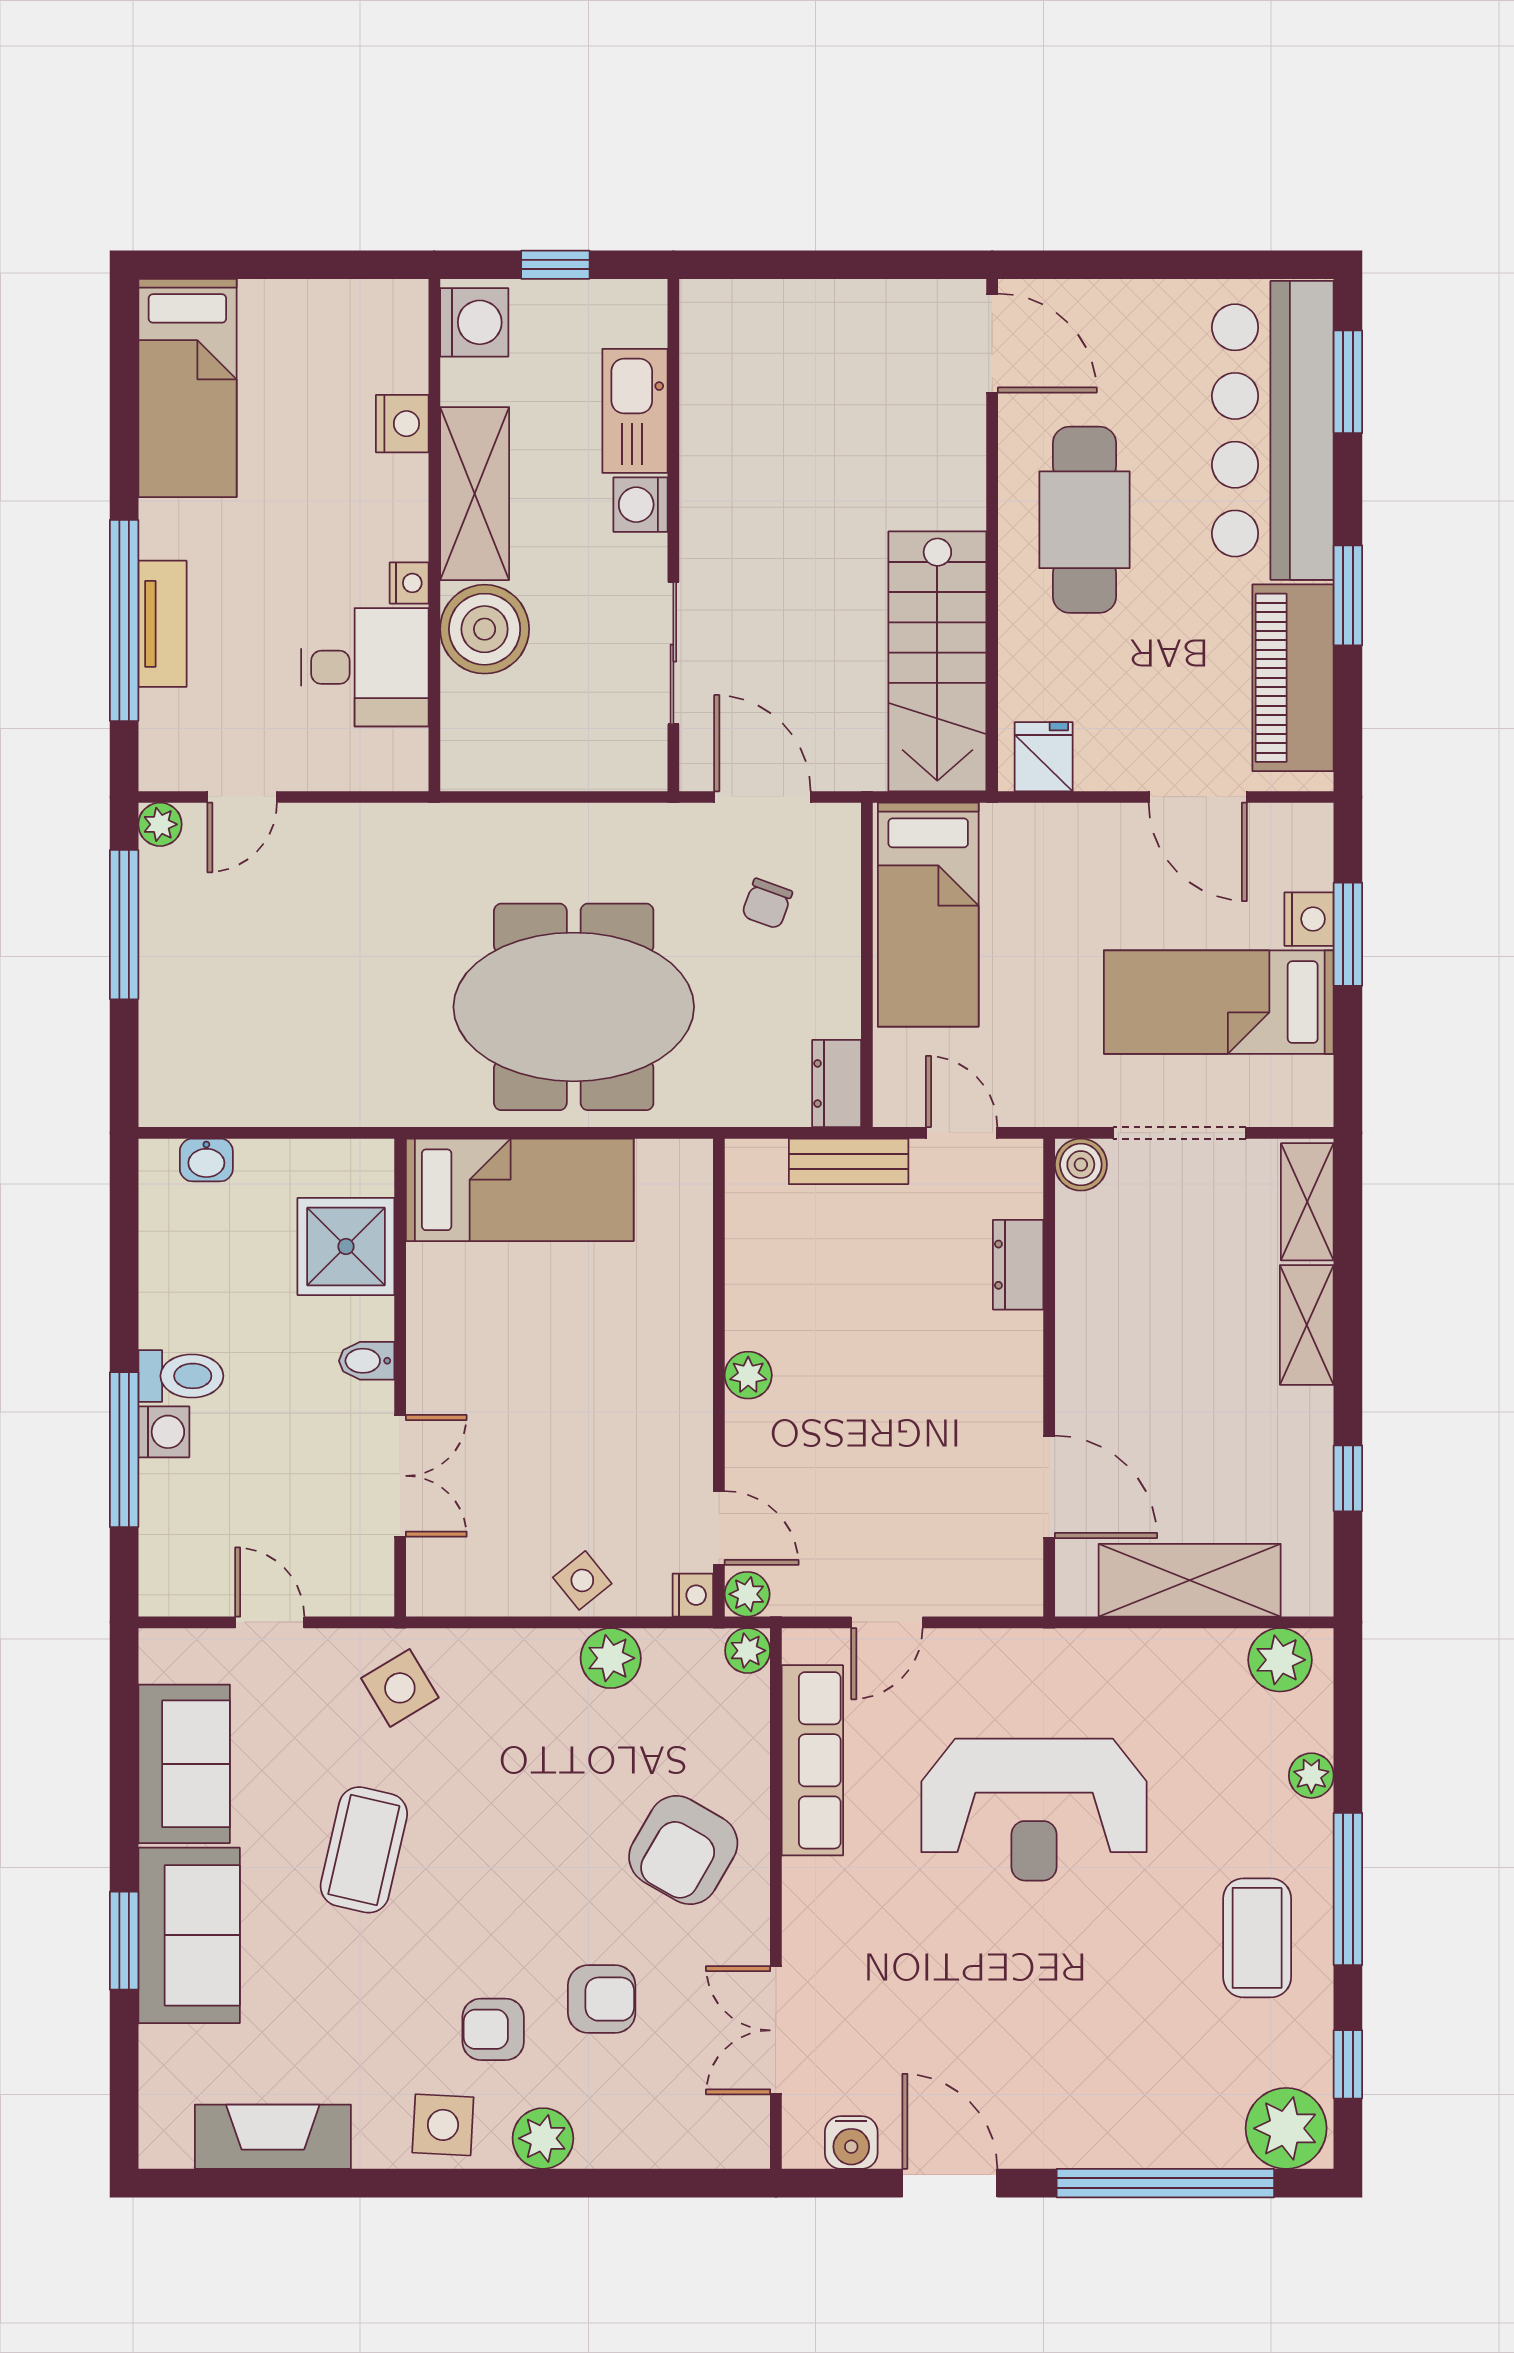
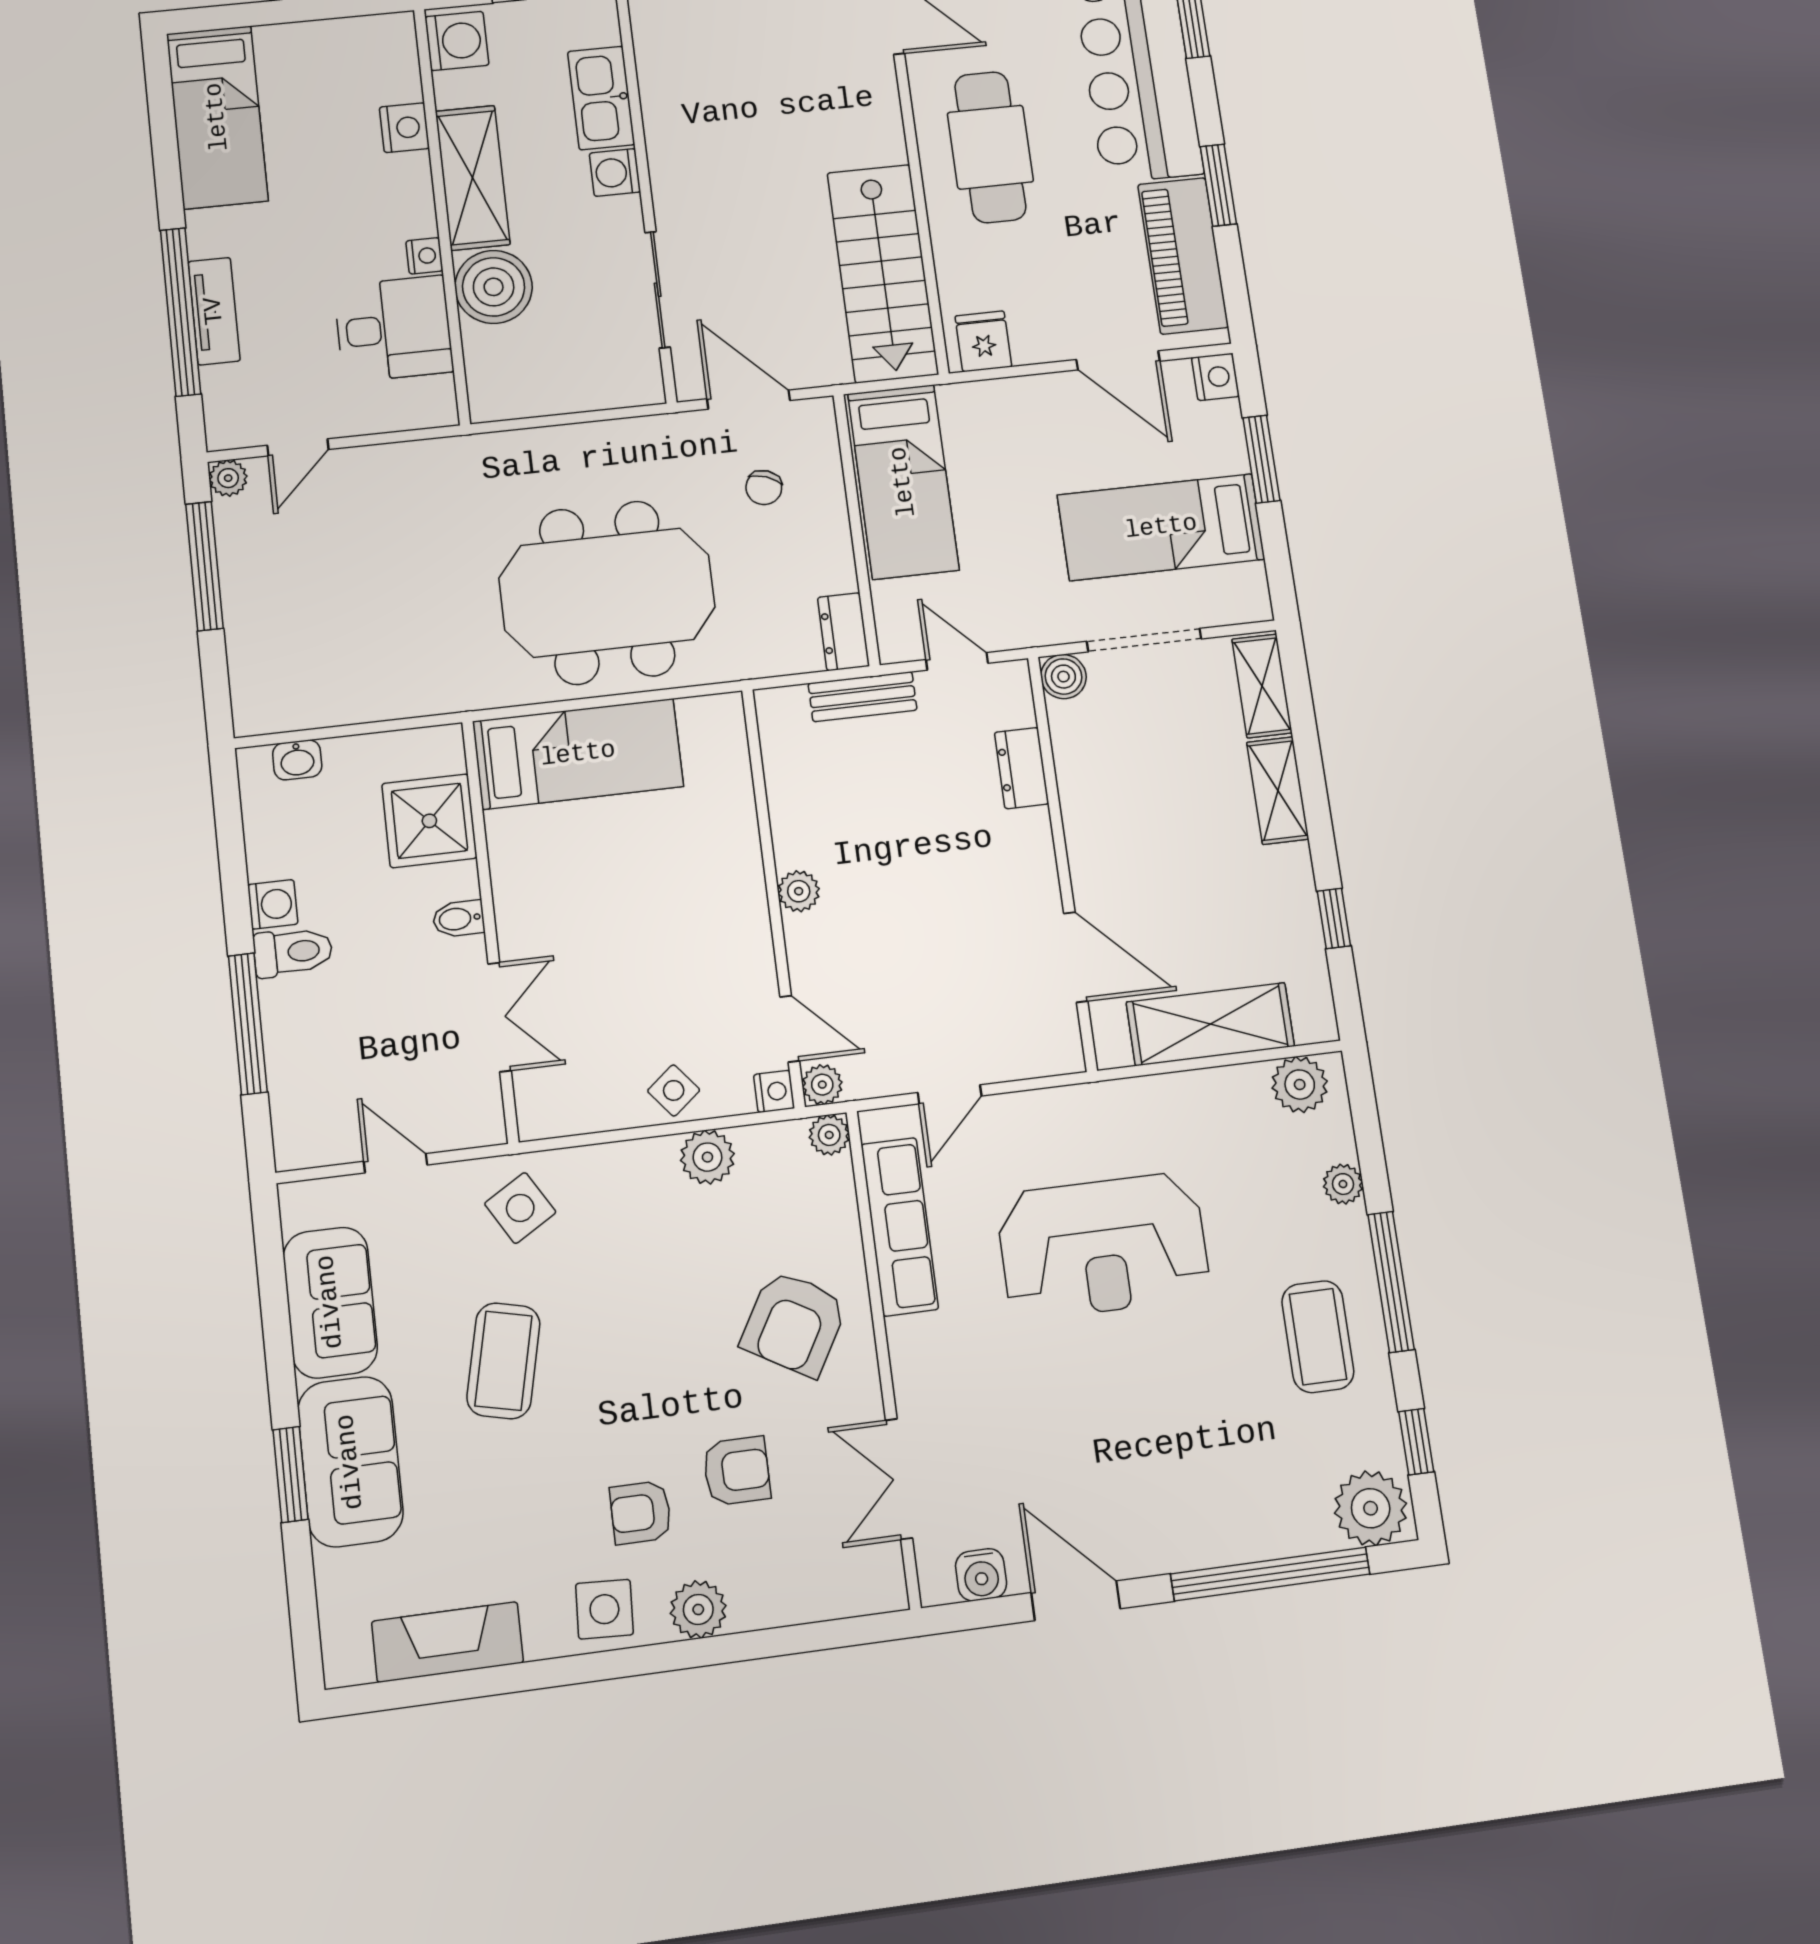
nightstand: (1309, 919) -> (1215, 377), moved
washing machine: (164, 1432) -> (273, 904), moved

